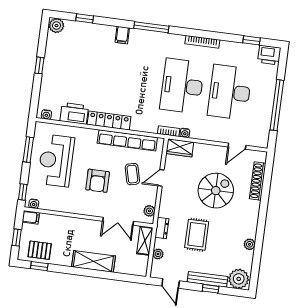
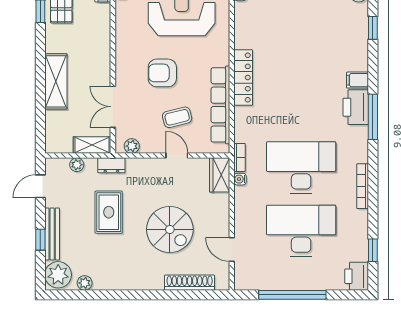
printer: (74, 113) -> (356, 107), moved, turned 180
rug: (197, 235) -> (109, 212), turned 90
plant: (249, 244) -> (85, 283), moved

